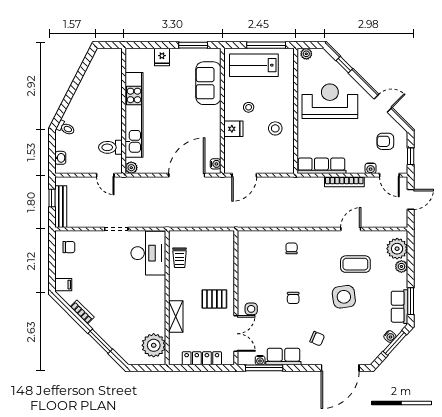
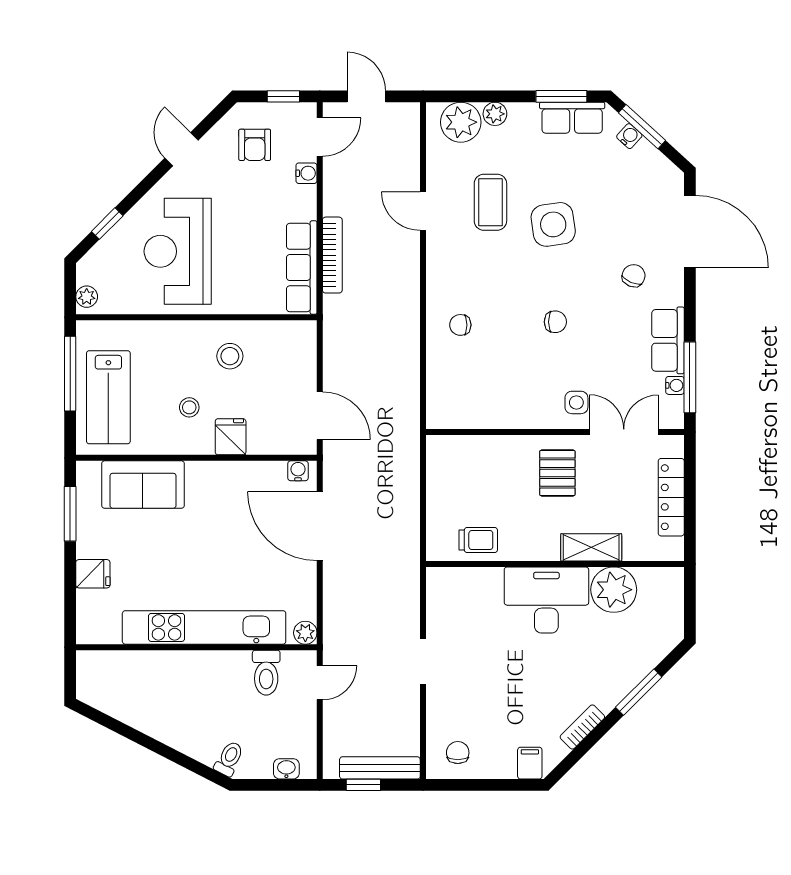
bookcase: (344, 182) -> (332, 255), moved
desk: (148, 253) -> (546, 600), moved
plant: (154, 345) -> (614, 590), moved

